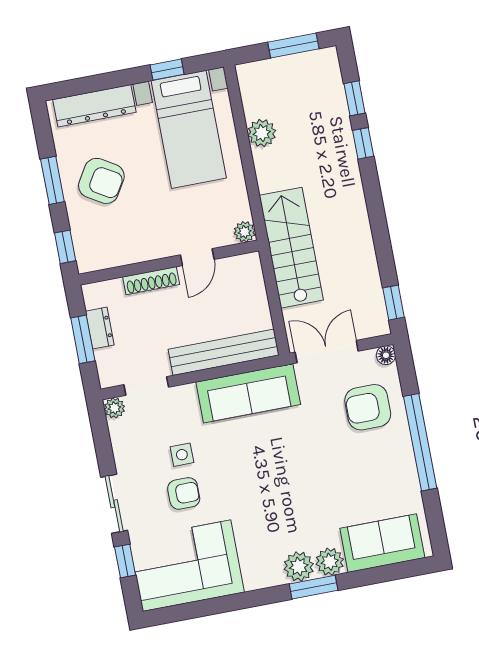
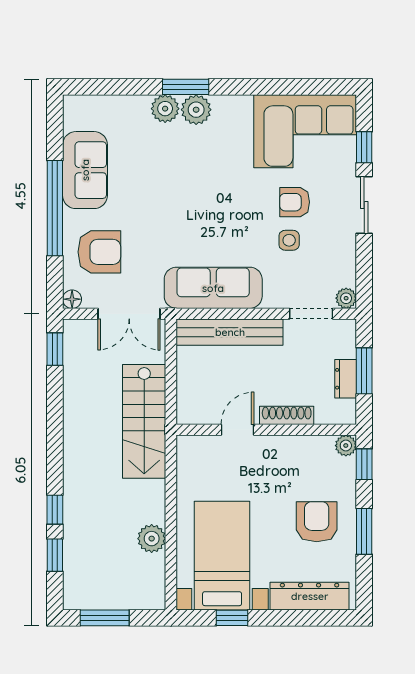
armchair: (101, 181) -> (317, 522), turned 59
plant: (245, 232) -> (346, 446), moved
sofa: (382, 543) -> (85, 170), moved, turned -90

